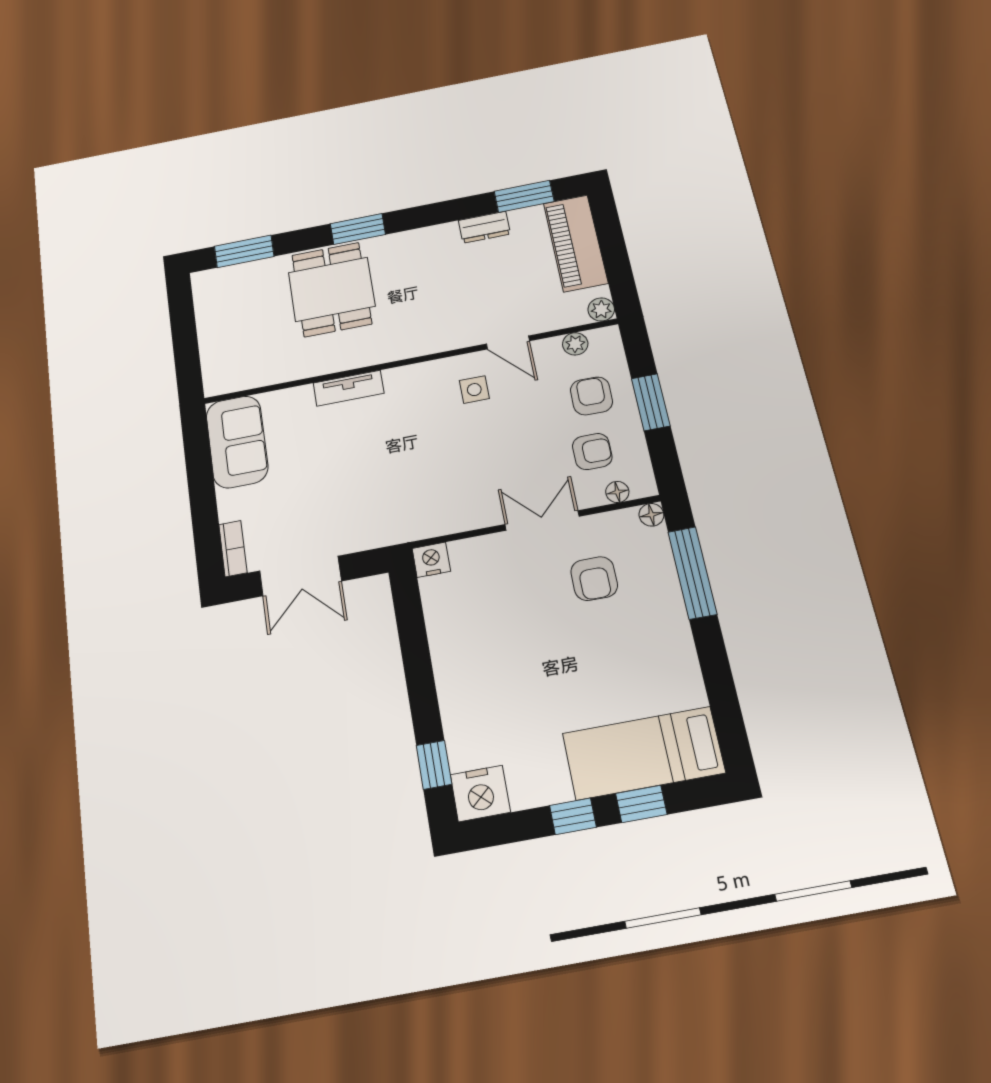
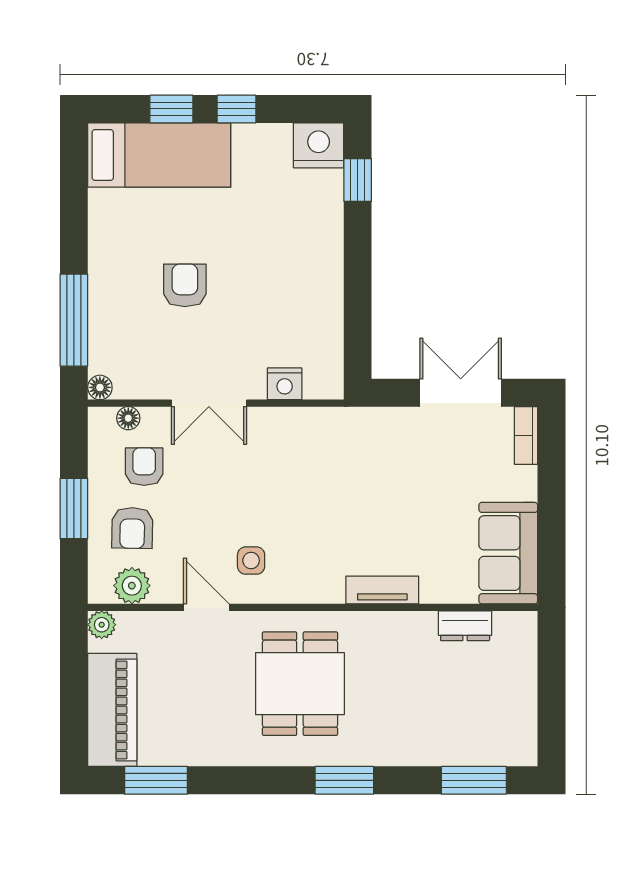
dresser: (484, 227) -> (465, 626), moved, turned 180
dining table: (332, 289) -> (300, 684), moved
plant: (575, 344) -> (132, 586), width x1.38, depth x1.38
armchair: (592, 451) -> (144, 467), turned 90
nightstand: (431, 560) -> (285, 384), moved
armchair: (594, 579) -> (185, 285), moved

